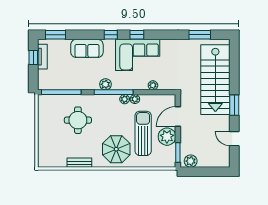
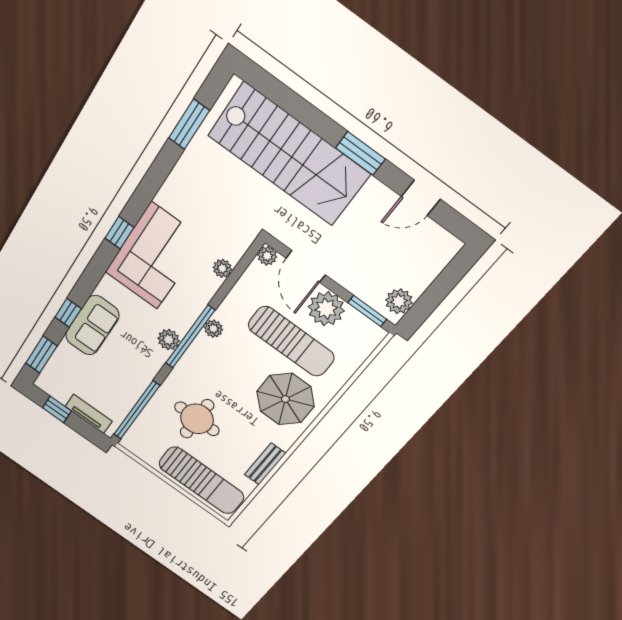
window: (111, 35) -> (68, 313), moved
tv unit: (42, 57) -> (89, 414), moved
plant: (135, 99) -> (267, 256), moved
sun lounger: (143, 133) -> (291, 341), turned 180
sun lounger: (49, 142) -> (201, 480), added

